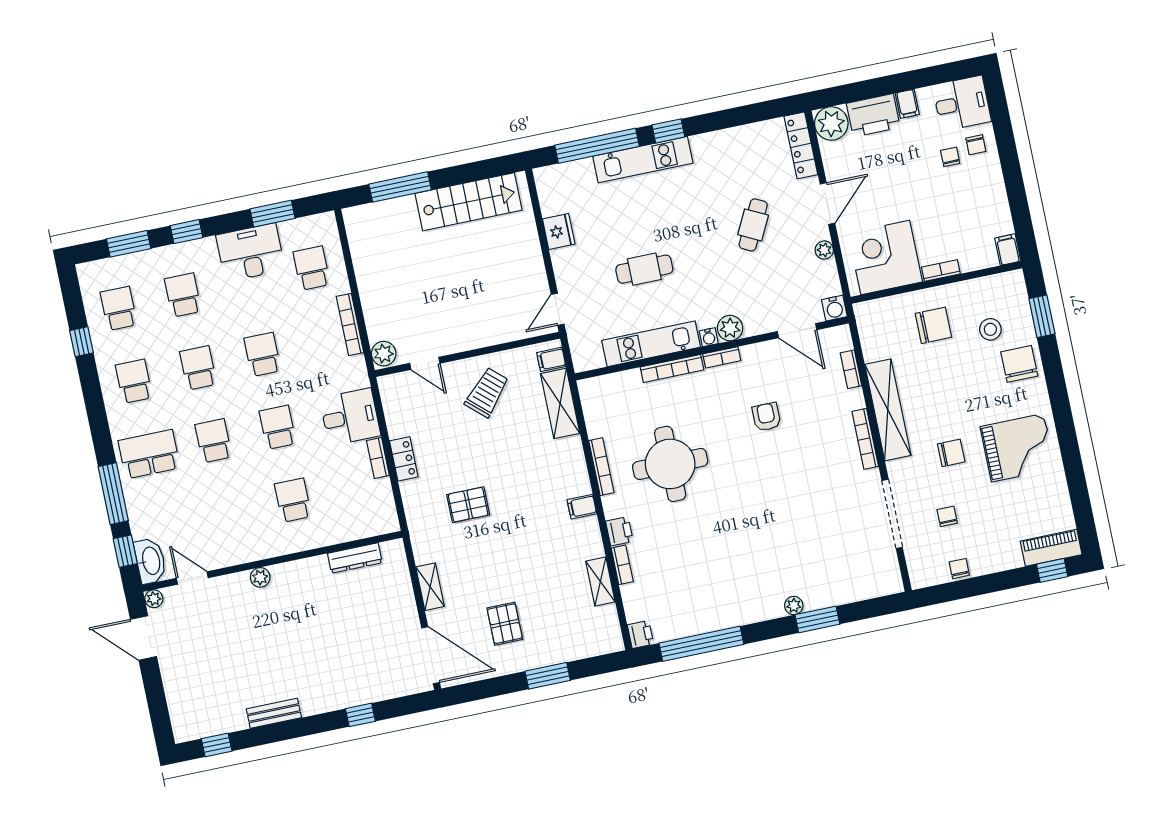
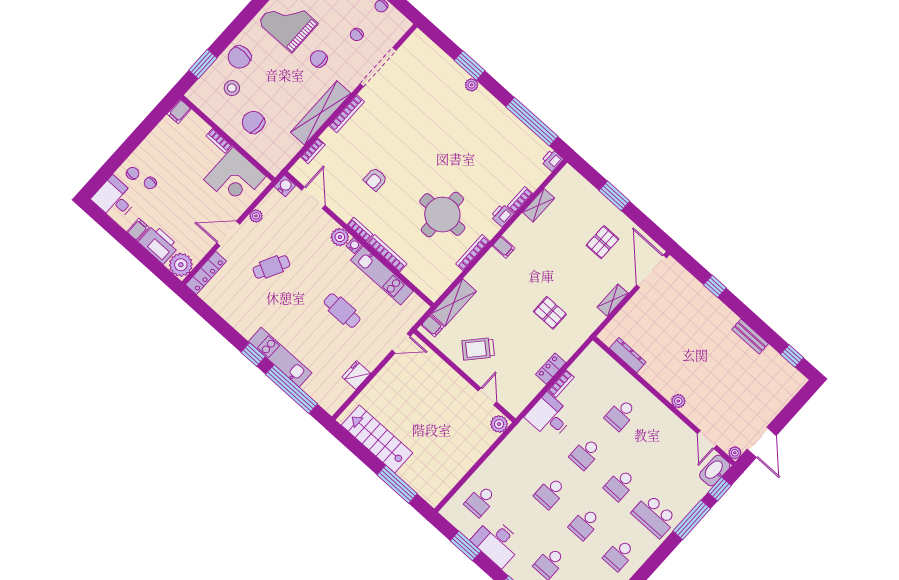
bookcase: (350, 325) -> (497, 455), removed

